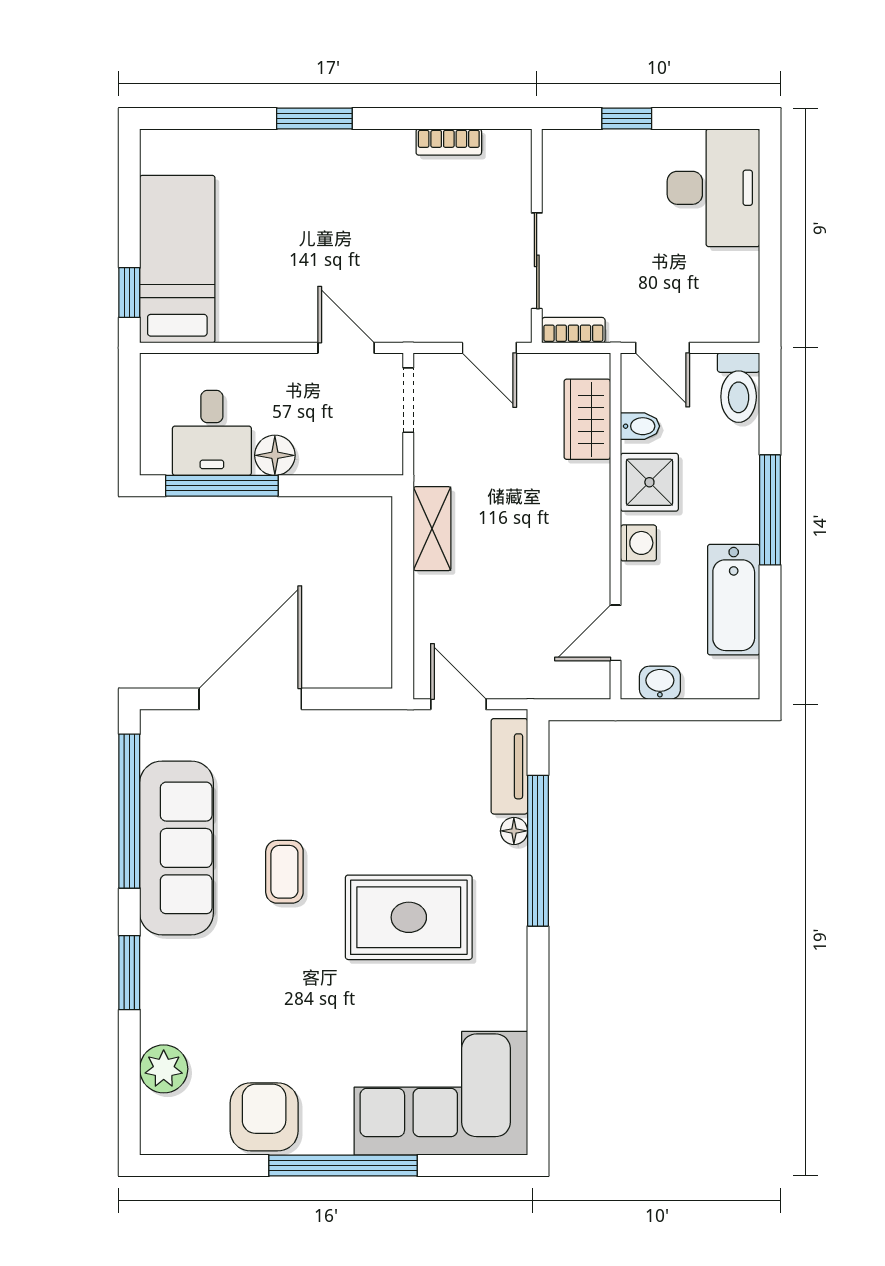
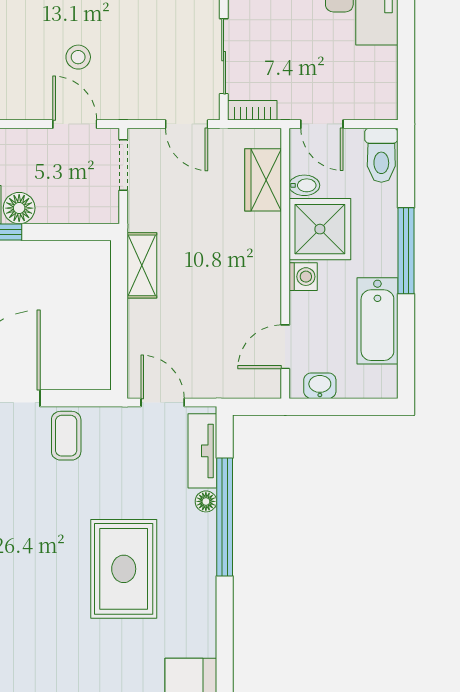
stool: (350, 262) -> (78, 57), added
shower: (649, 482) -> (320, 229), width x1.36, depth x1.36
coffee table: (284, 872) -> (66, 436), moved
rug: (409, 917) -> (124, 569), turned 90

